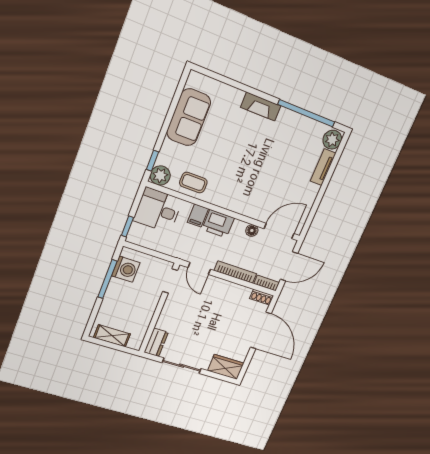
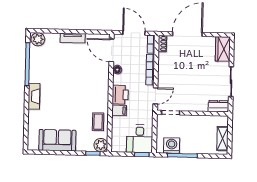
tv unit: (323, 167) -> (73, 38), moved
desk: (158, 210) -> (140, 139), moved

